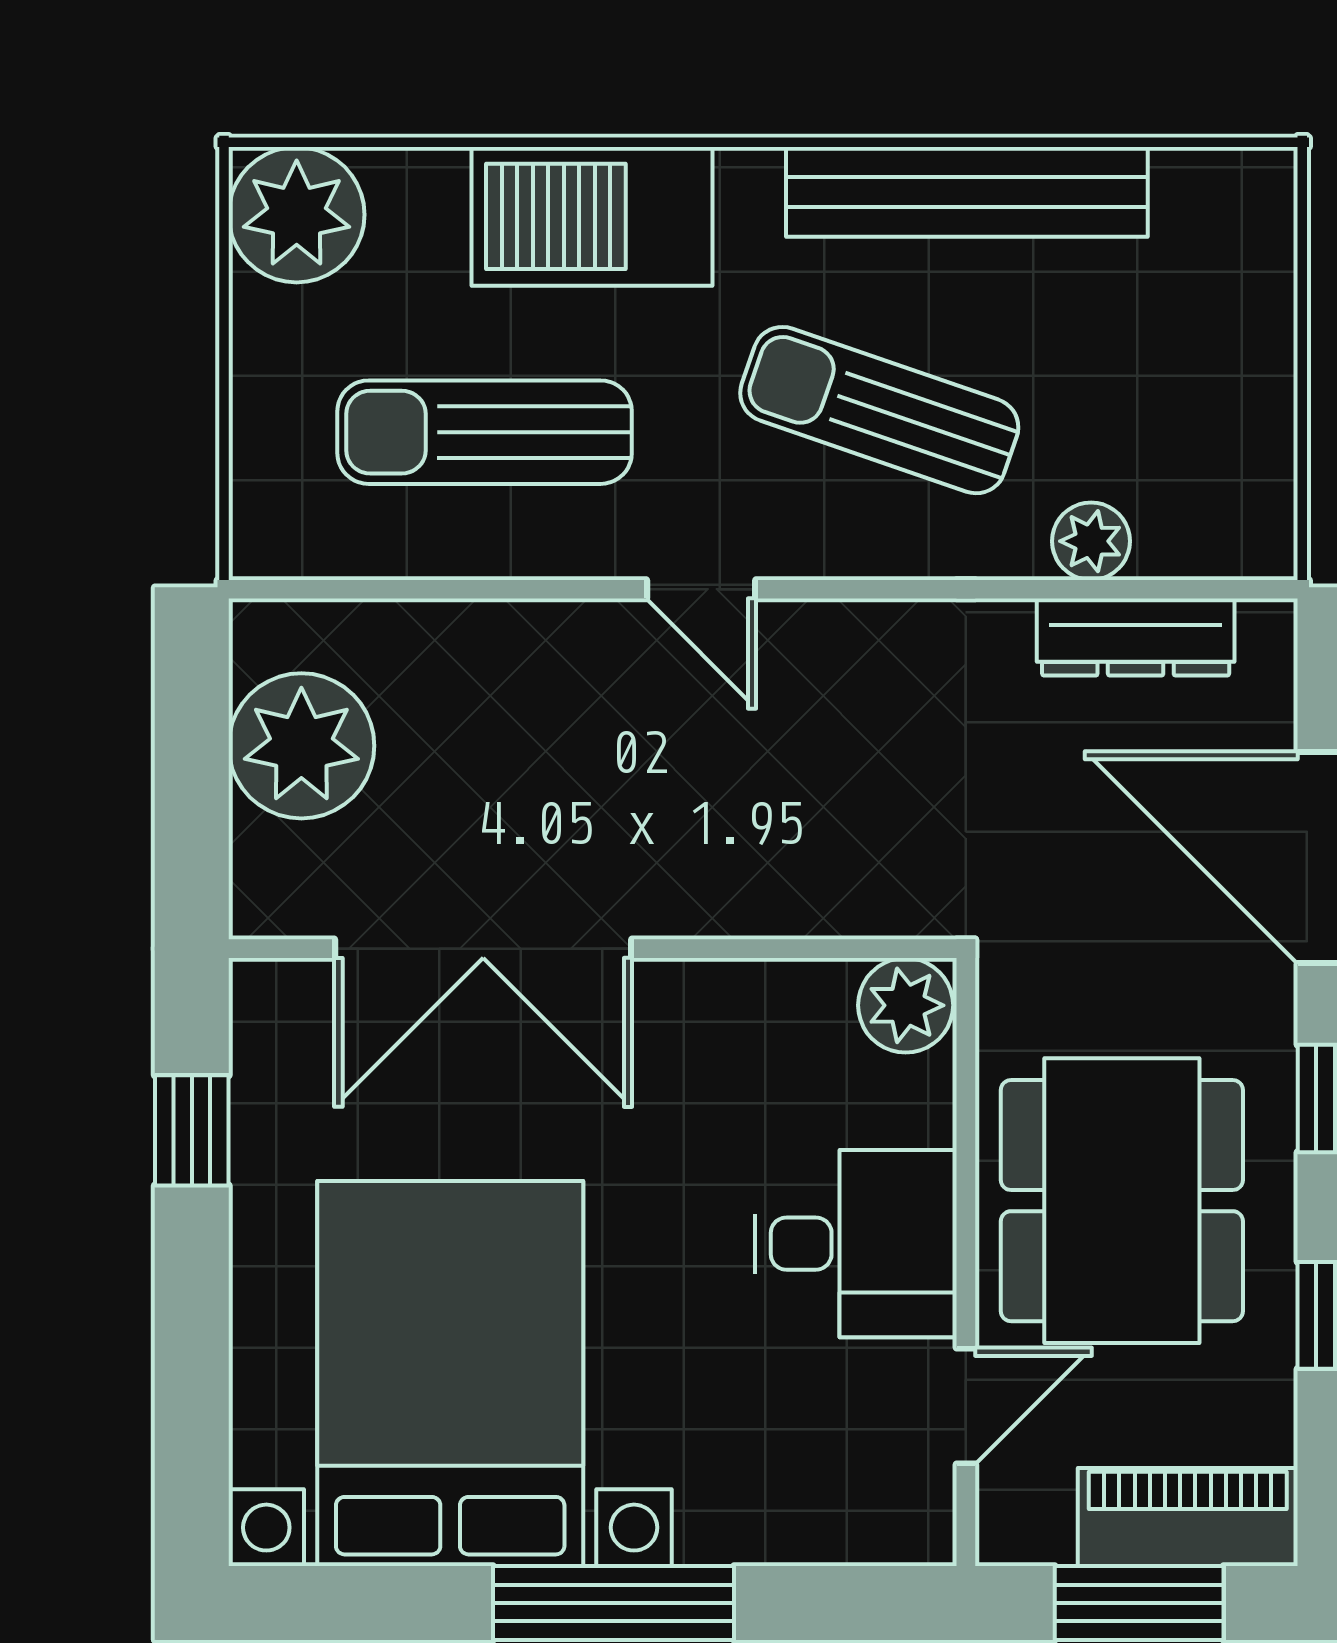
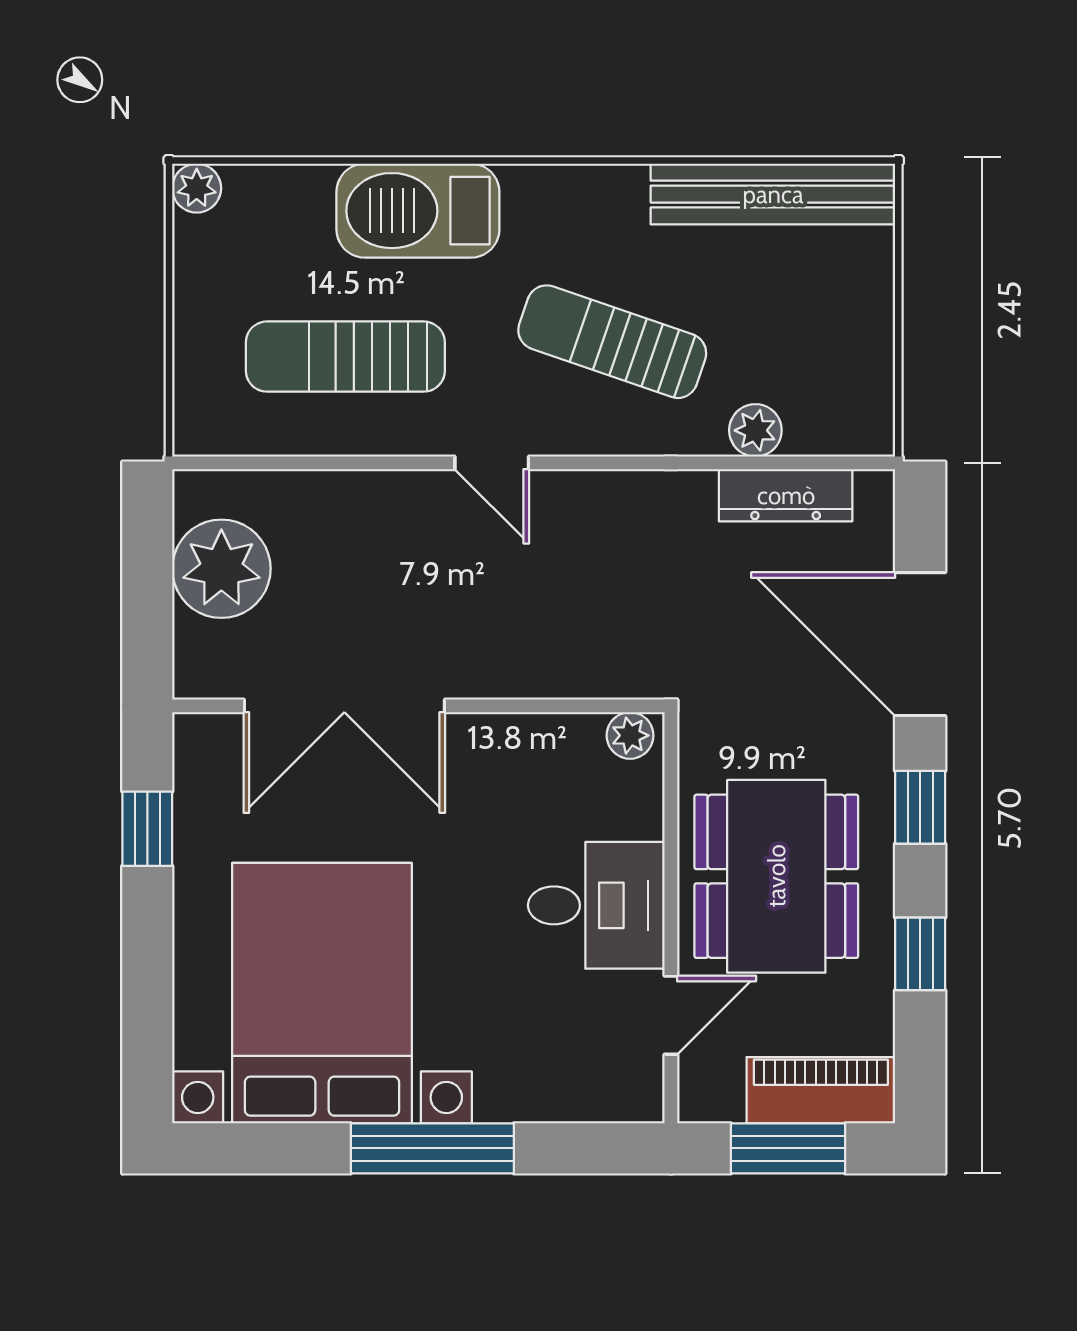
bench: (967, 192) -> (773, 194), moved
plant: (297, 215) -> (197, 188), width x0.53, depth x0.53
plant: (906, 1005) -> (630, 735), width x0.73, depth x0.73

